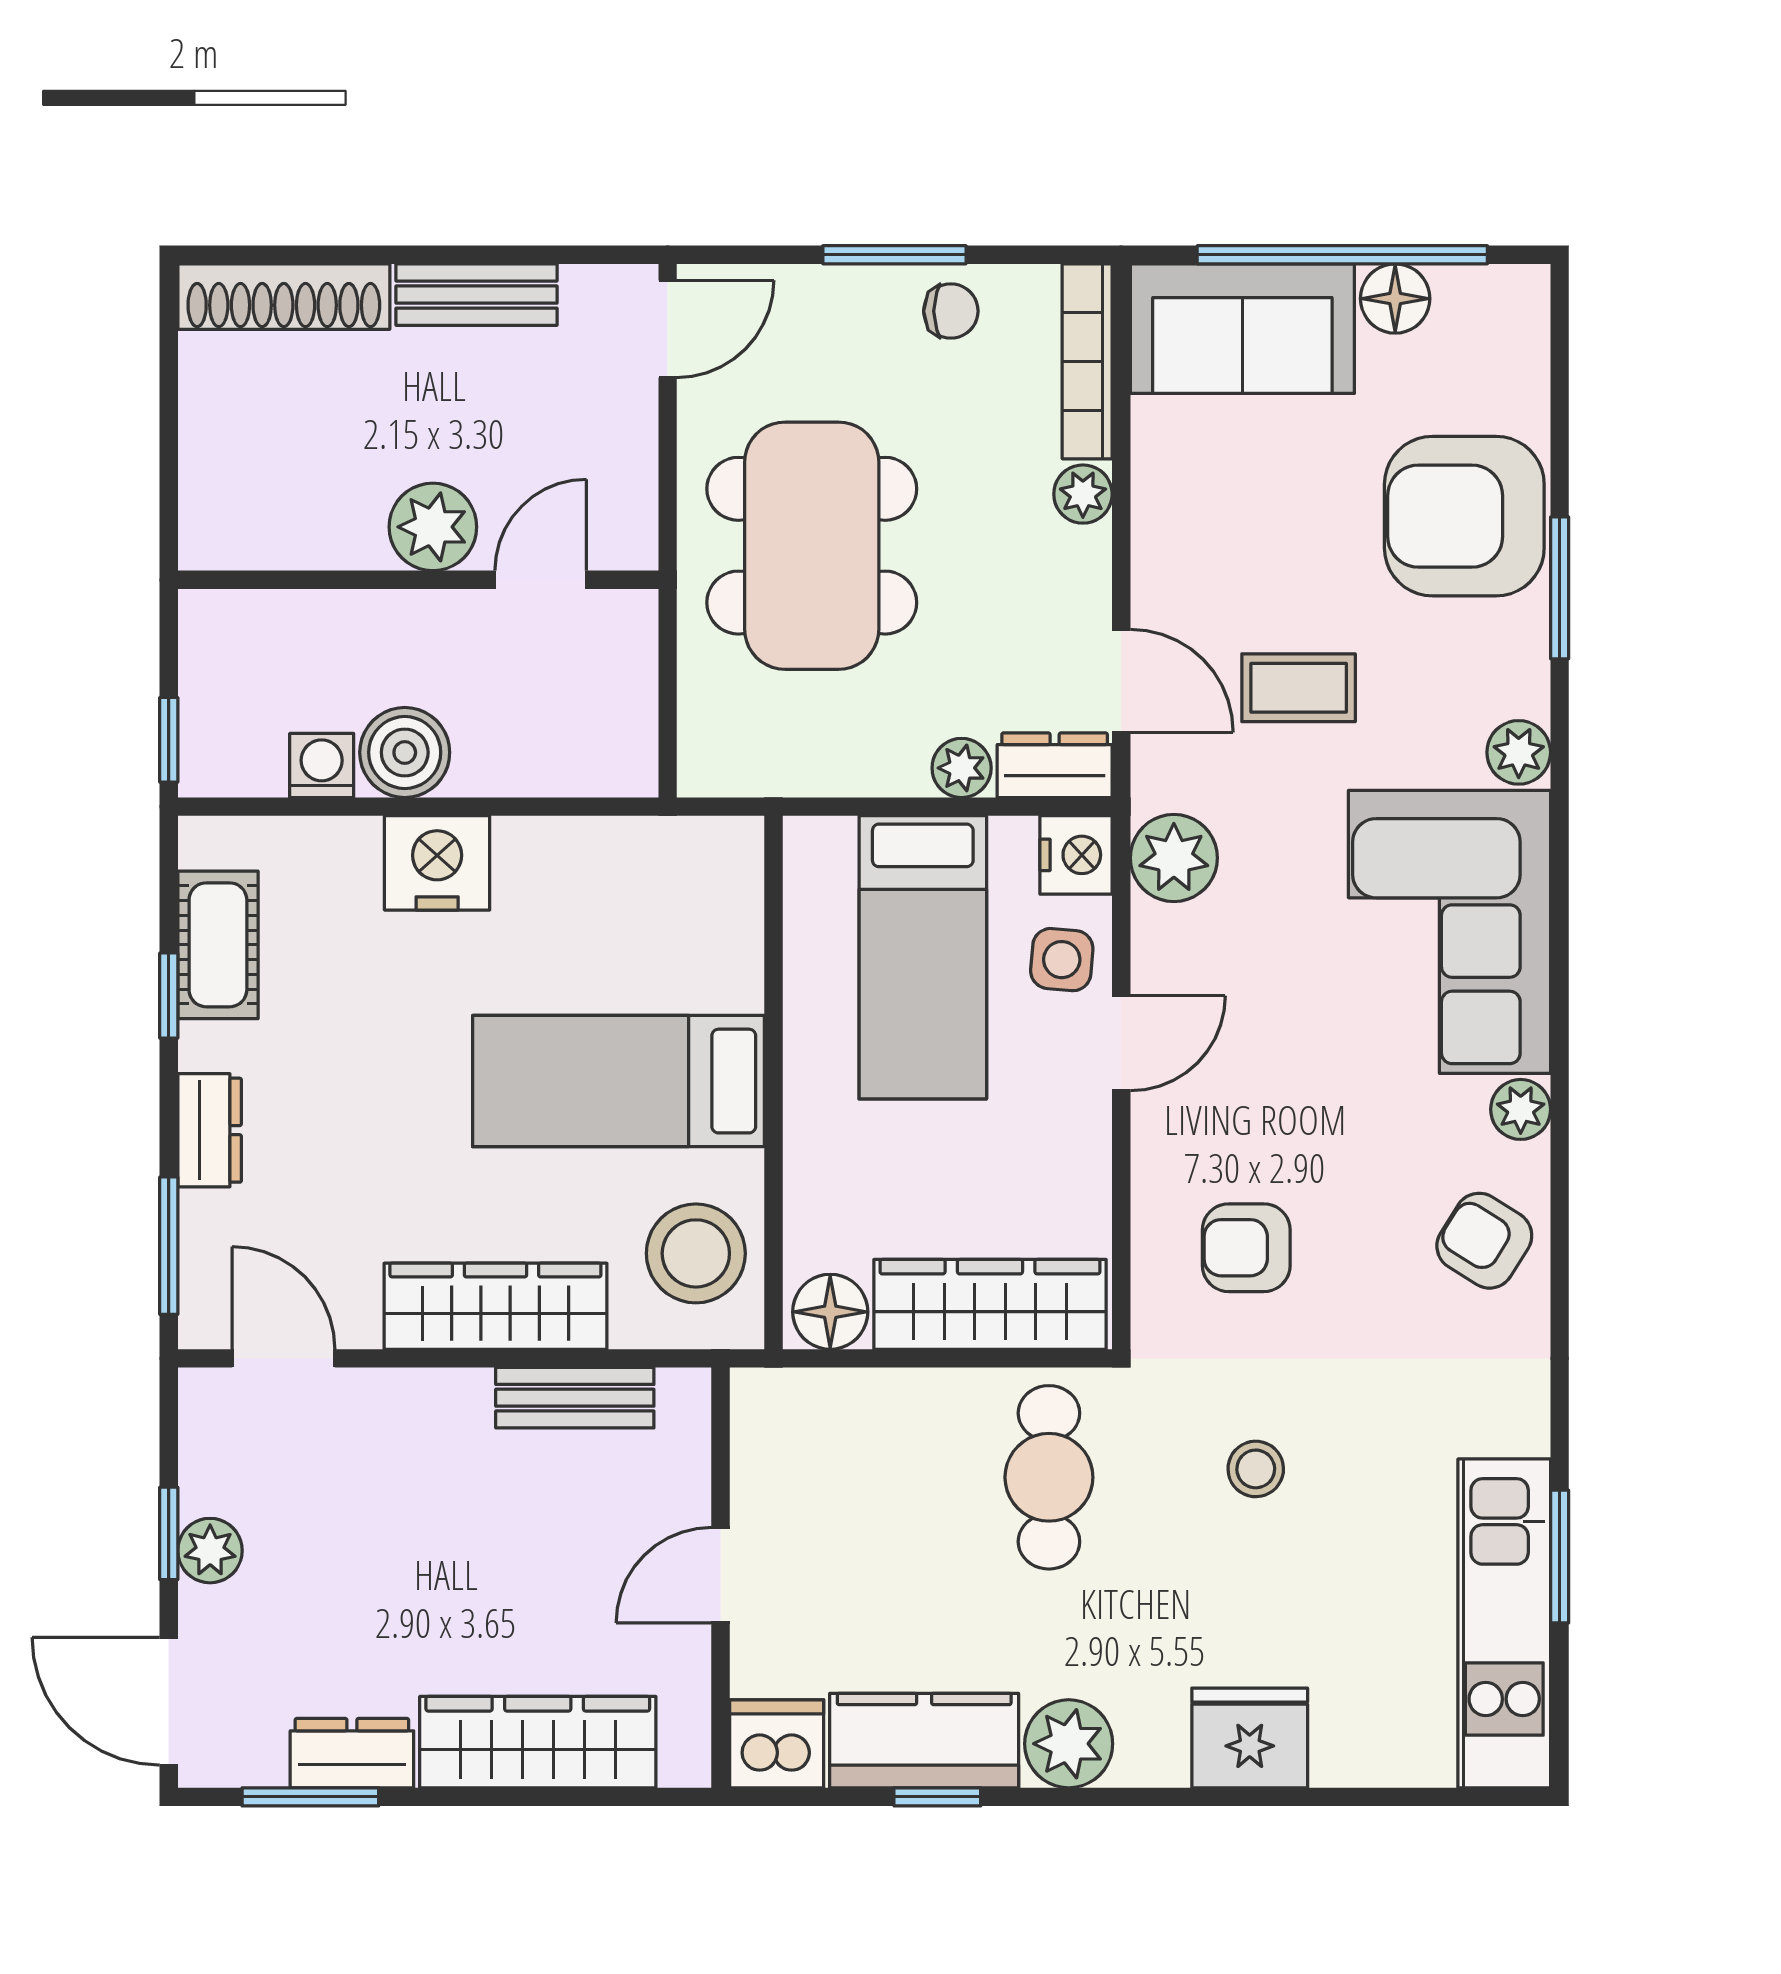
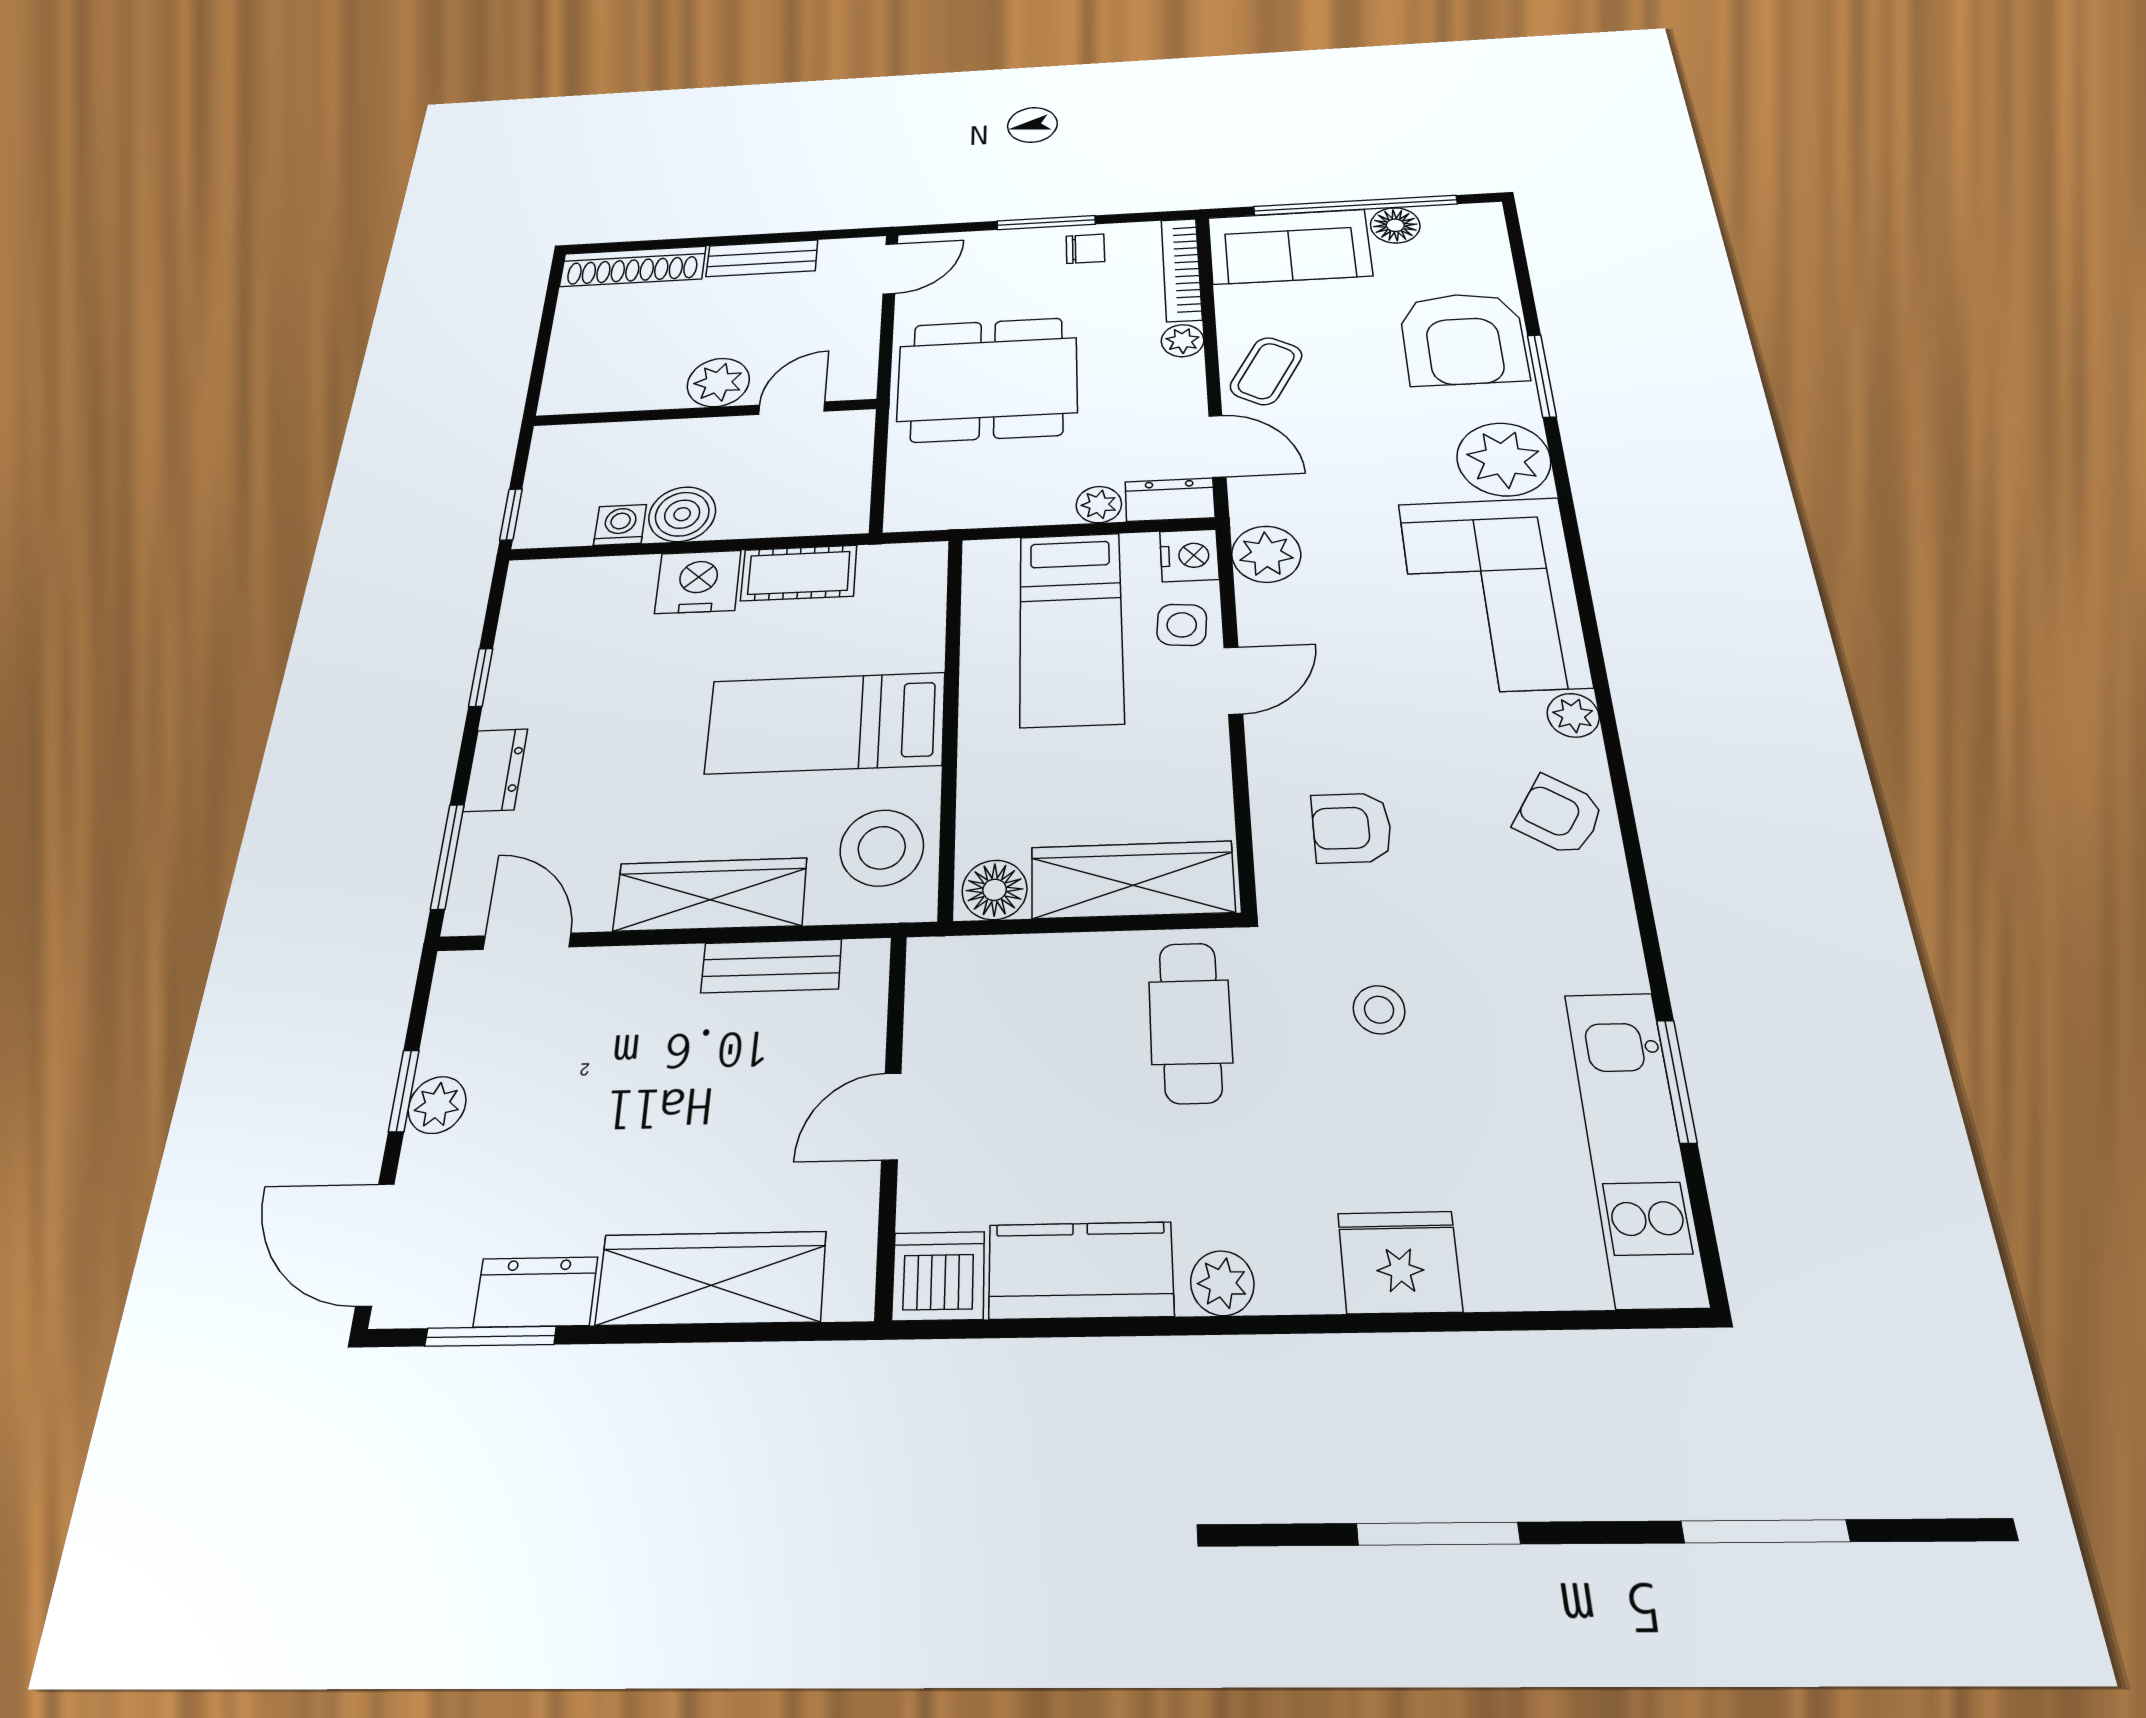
armchair: (1464, 516) -> (1463, 339), turned -90
dining table: (812, 546) -> (987, 379), turned 90
coffee table: (1299, 688) -> (1266, 371), moved, turned -61
plant: (1519, 752) -> (1504, 459), width x1.87, depth x1.87
cot: (218, 945) -> (799, 573), moved, turned 90
plant: (1069, 1744) -> (1222, 1283), width x0.73, depth x0.73
window: (937, 1797) -> (1094, 1327), removed

